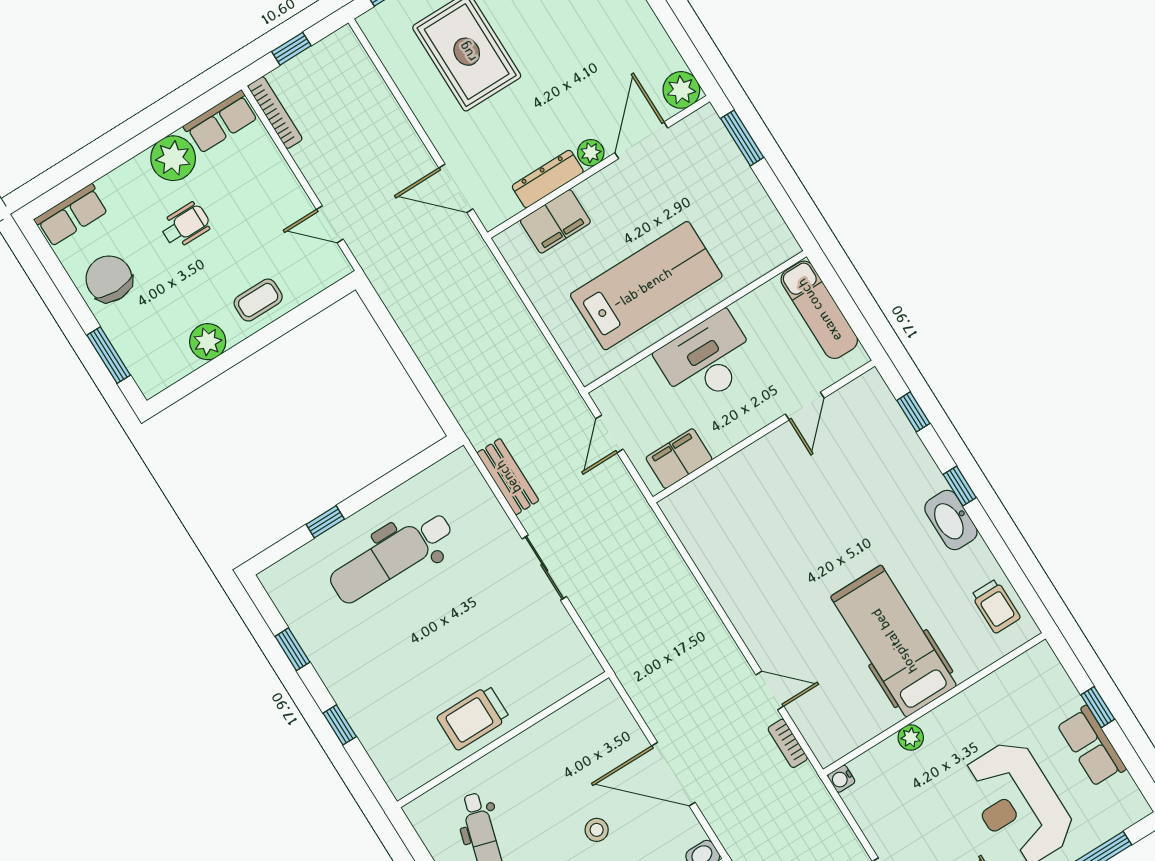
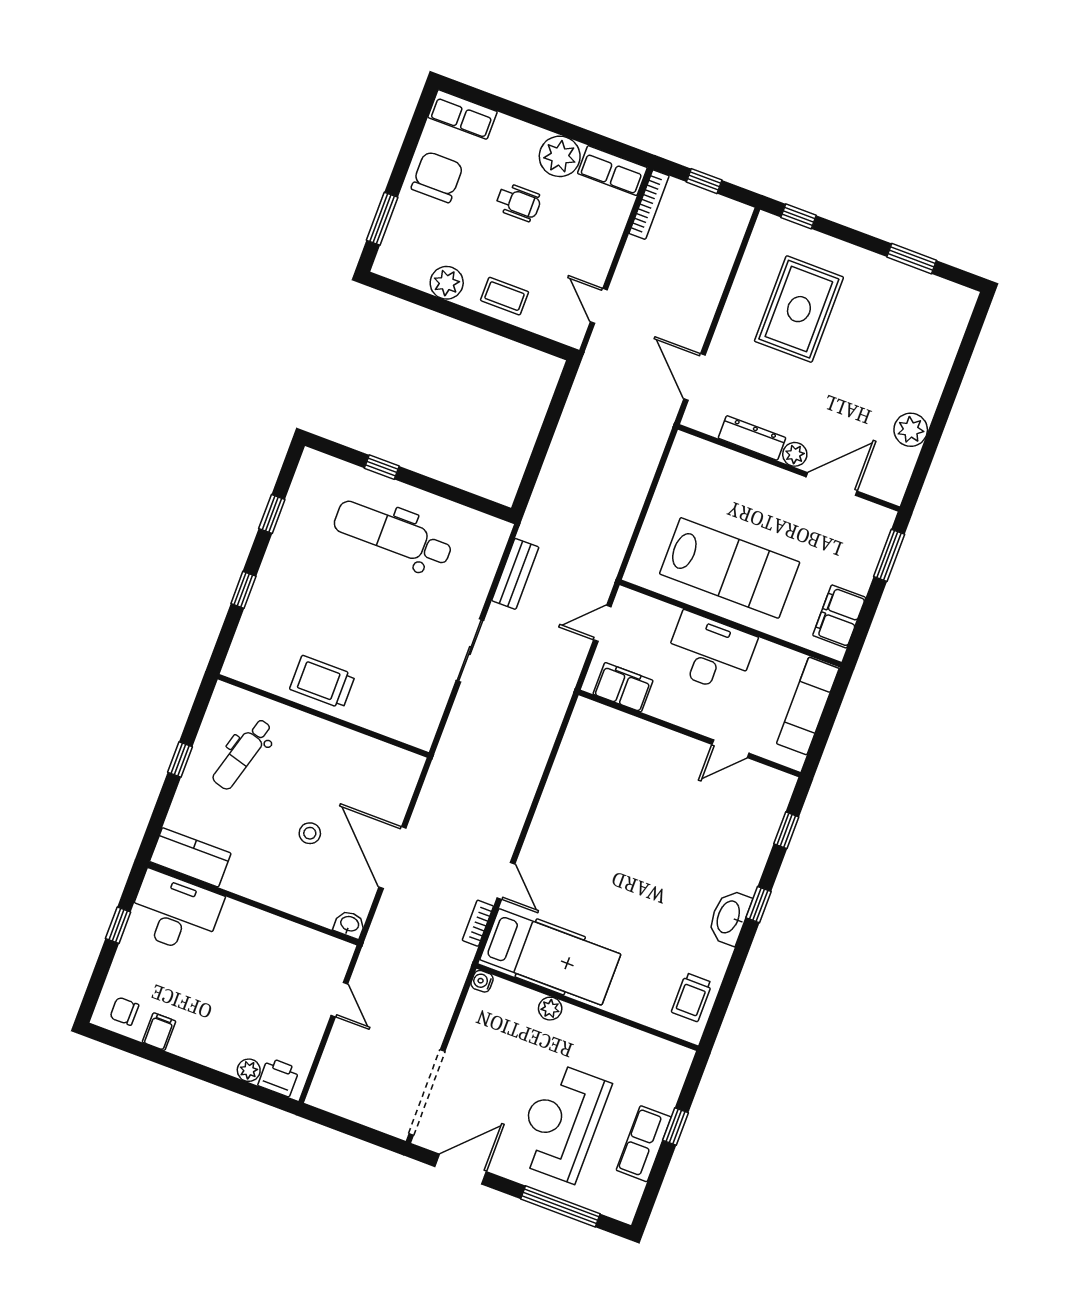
plant: (681, 90) -> (911, 430), moved
filing cabinet: (555, 221) -> (839, 616), moved, turned 90
hospital bed: (894, 641) -> (550, 957), moved, turned 90

